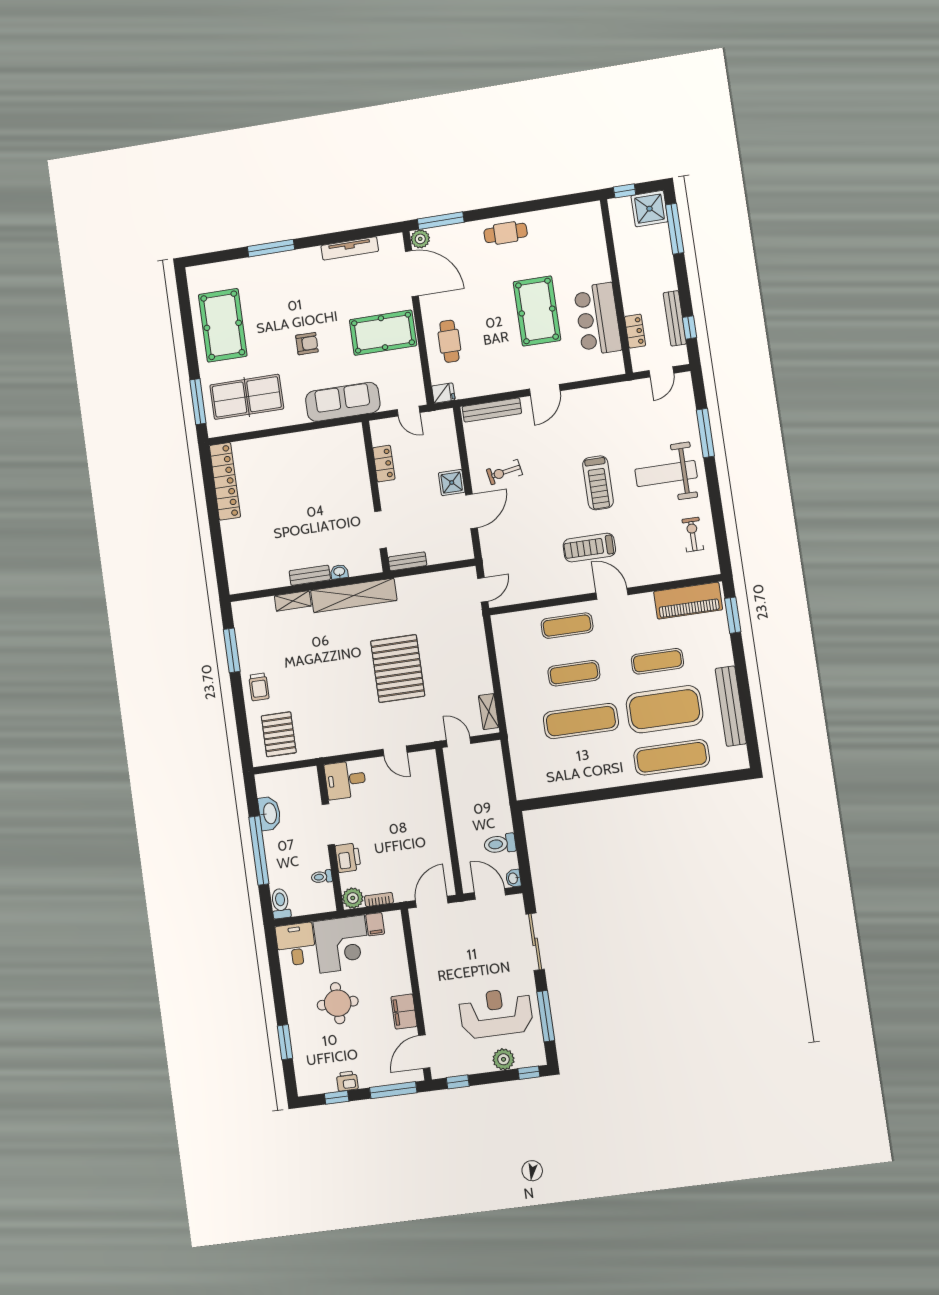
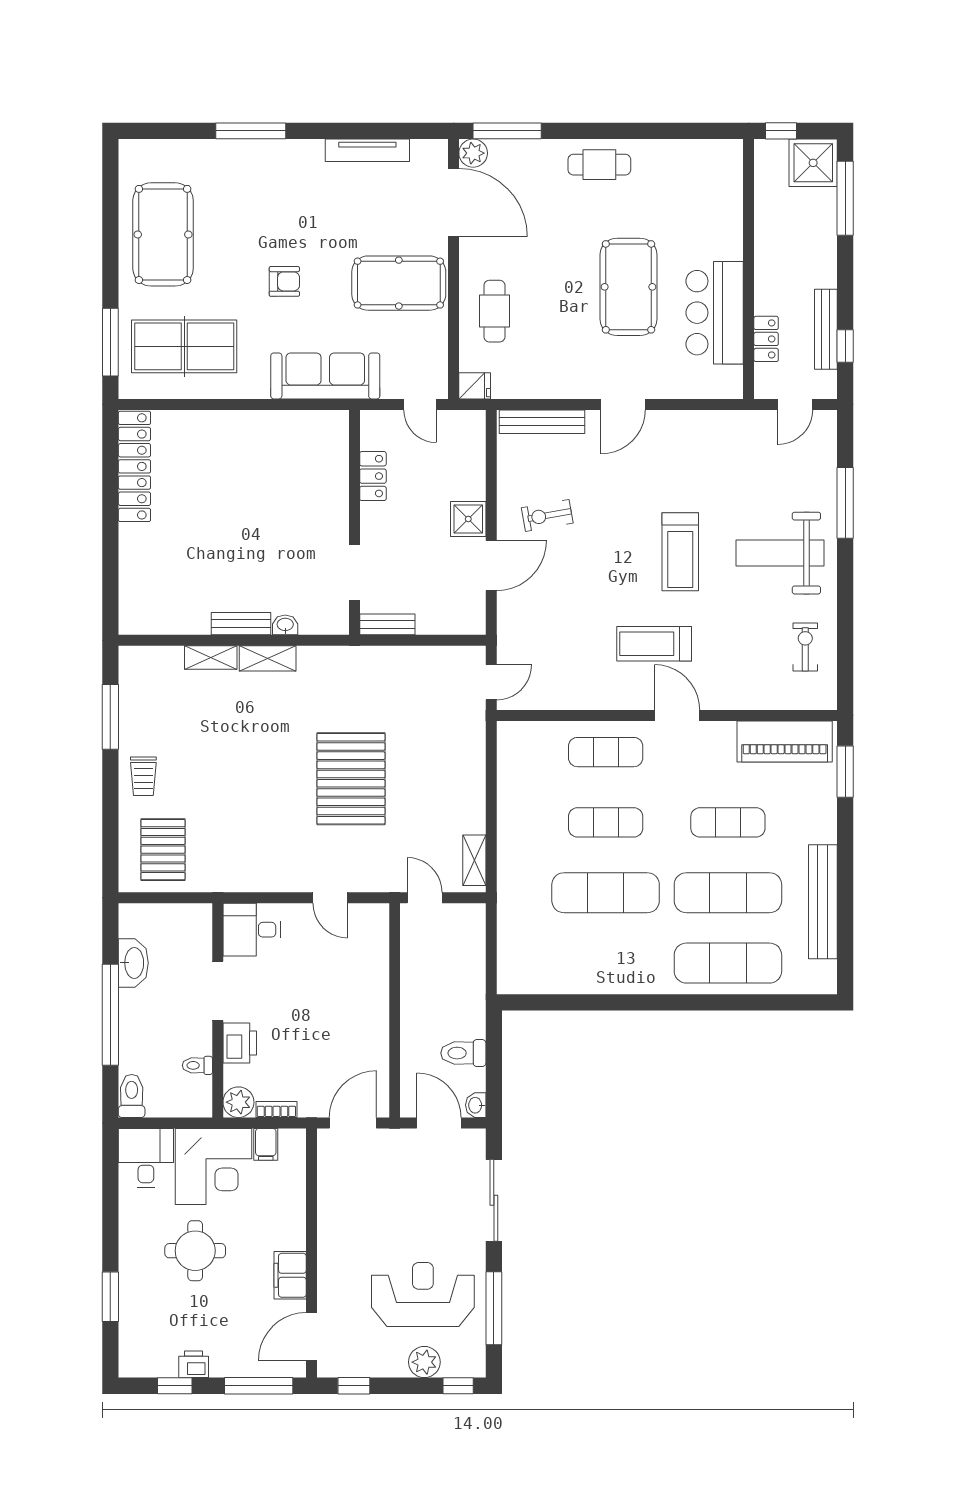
shelving: (354, 595) -> (268, 658), width x0.45, depth x0.75
exercise mat: (665, 709) -> (728, 893), width x0.68

